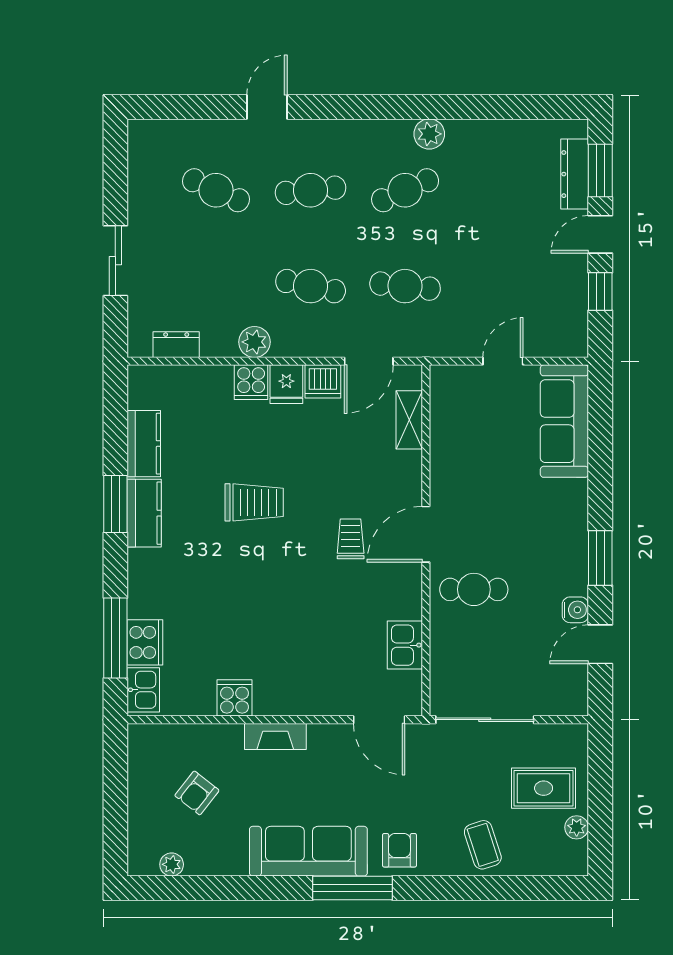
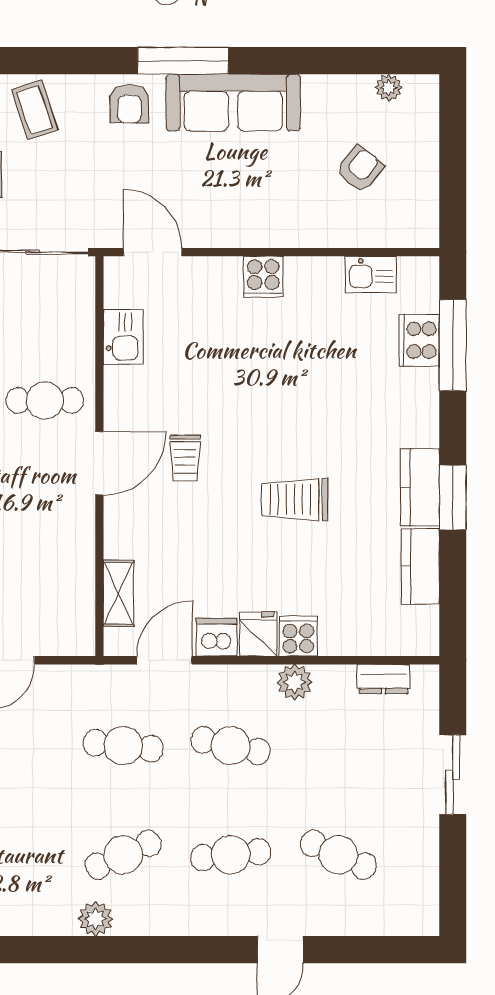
kitchen sink: (143, 690) -> (371, 275), moved, turned -90
cooker: (235, 698) -> (263, 277), moved
fireplace: (275, 736) -> (271, 233), removed

